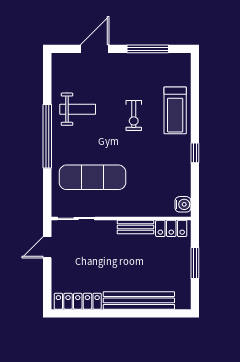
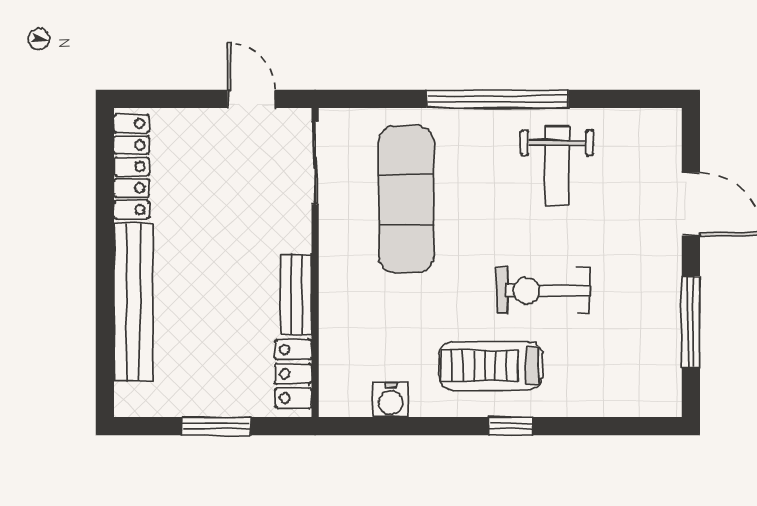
treadmill: (175, 110) -> (491, 366), moved
exercise bike: (134, 116) -> (543, 291), width x1.38, depth x1.39
window: (195, 153) -> (511, 426), moved
water cooler: (183, 204) -> (391, 400), moved

